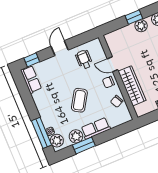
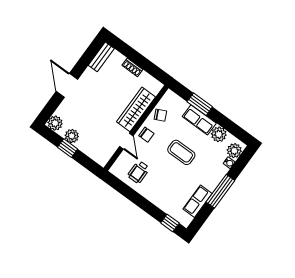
door: (60, 48) -> (142, 203), removed
row of seats: (31, 79) -> (198, 201), moved
coffee table: (79, 100) -> (181, 152), turned 58
window: (41, 133) -> (220, 191), moved
window: (84, 145) -> (200, 104), moved

